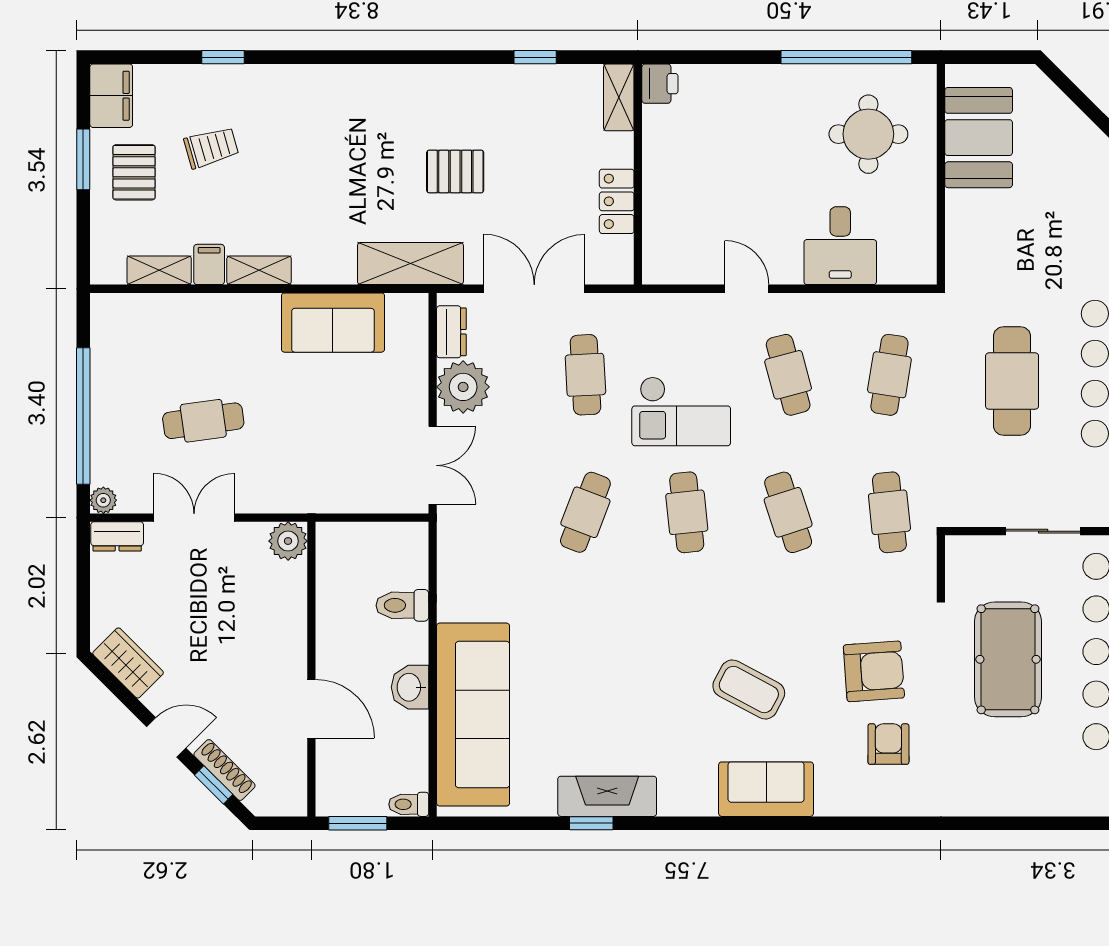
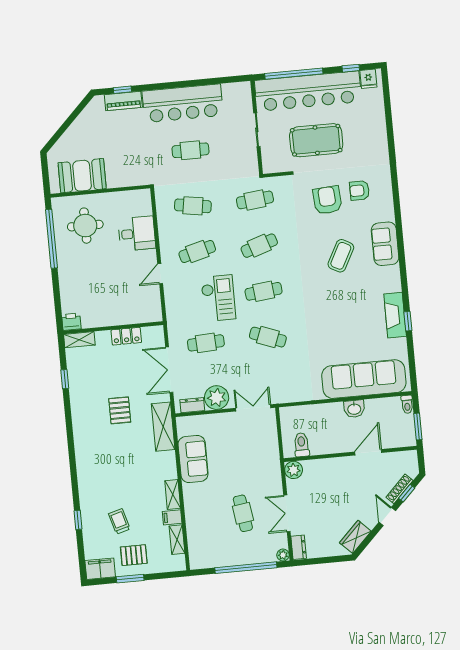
cafe table: (1012, 381) -> (190, 150), width x0.73, depth x0.74
toilet: (402, 605) -> (302, 445), moved, turned 180

